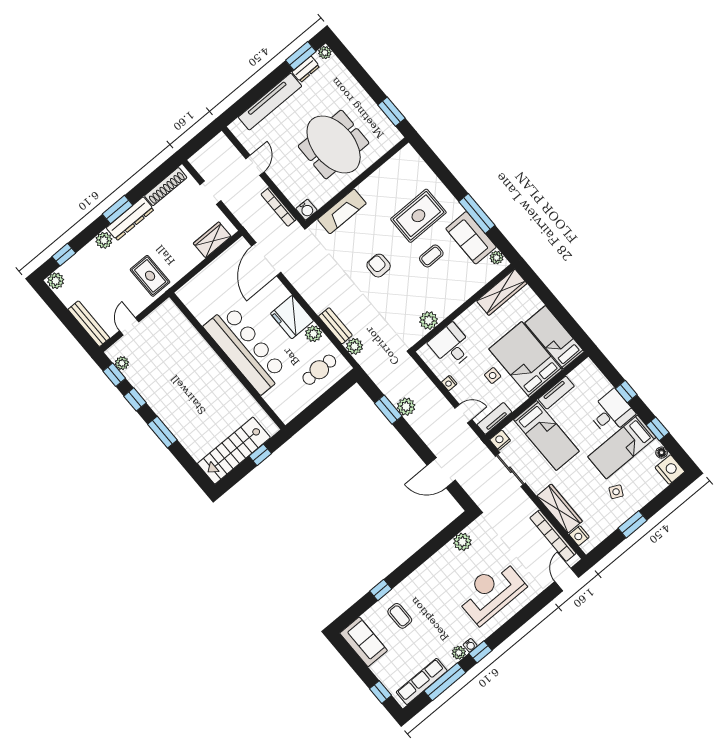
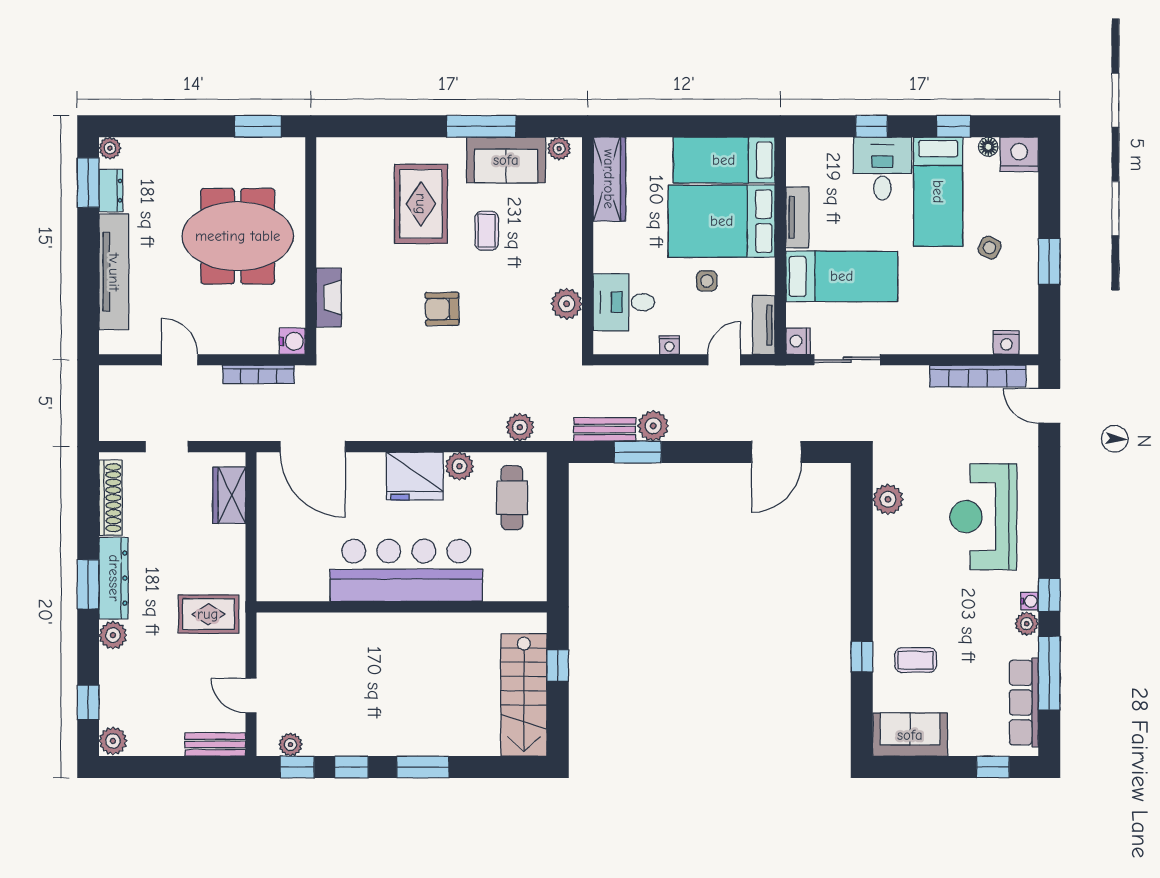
fireplace: (342, 211) -> (329, 298), width x0.73, depth x0.76
bench: (89, 324) -> (215, 745), width x0.73
bench: (335, 326) -> (605, 429), moved
wardrobe: (560, 509) -> (950, 338), removed

